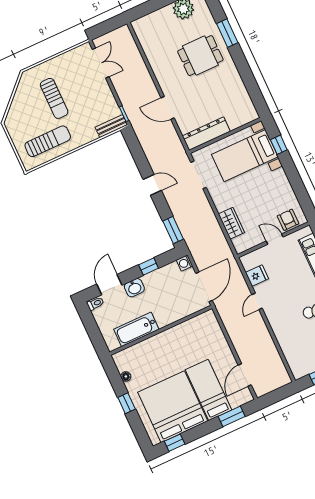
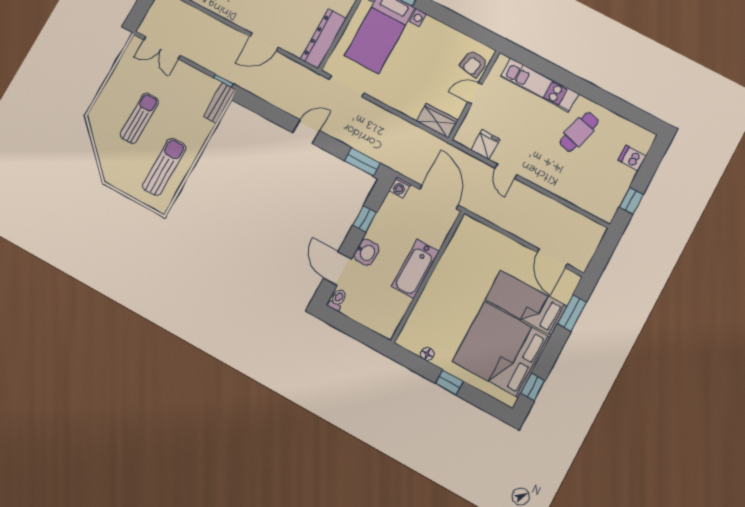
double door: (101, 63) -> (162, 48), swing flipped
sun lounger: (54, 98) -> (139, 118), turned -90
armchair: (288, 220) -> (474, 64), turned -81
wardrobe: (231, 223) -> (437, 121), moved
bathtub: (136, 329) -> (415, 269), moved

